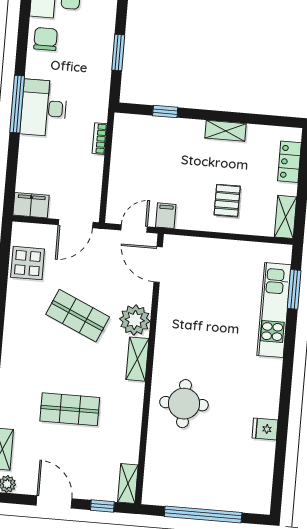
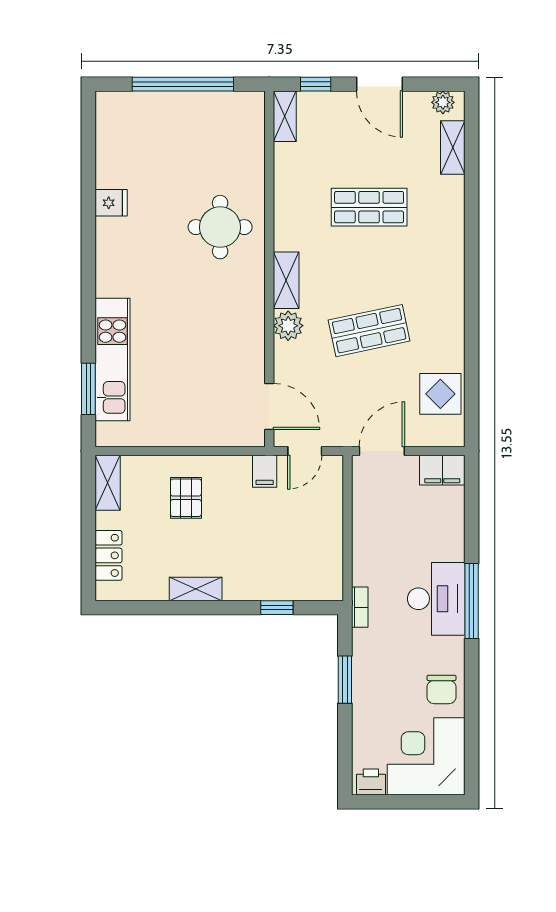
bookcase: (100, 139) -> (360, 607), moved
shop shelf: (78, 316) -> (369, 331), turned -36
plant: (135, 320) -> (288, 326), width x0.73, depth x0.73

